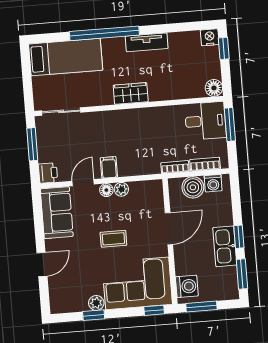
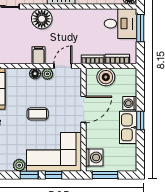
floor lamp: (109, 123) -> (42, 19), added
door: (83, 183) -> (63, 66), moved
washing machine: (213, 183) -> (130, 103), moved, turned 90
window: (242, 274) -> (140, 151), removed
window: (154, 310) -> (53, 175), moved
window: (94, 315) -> (29, 175), moved

